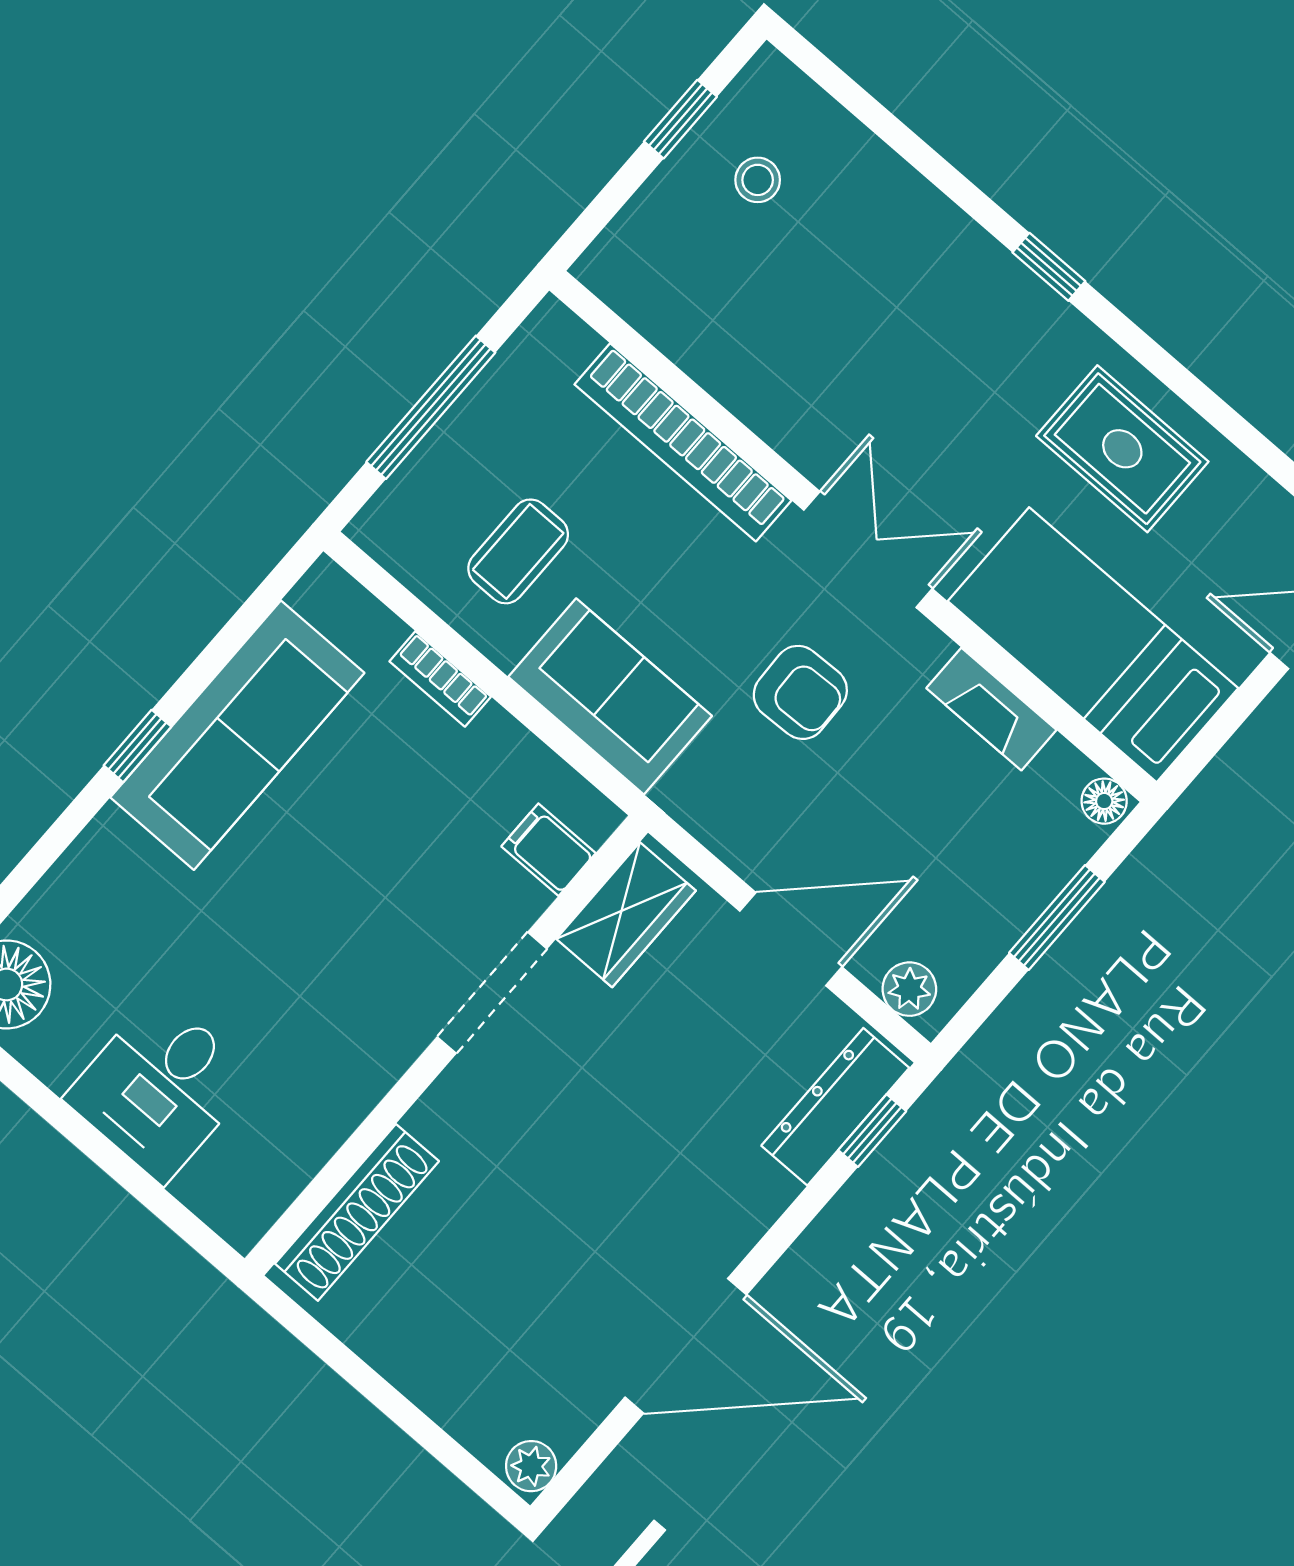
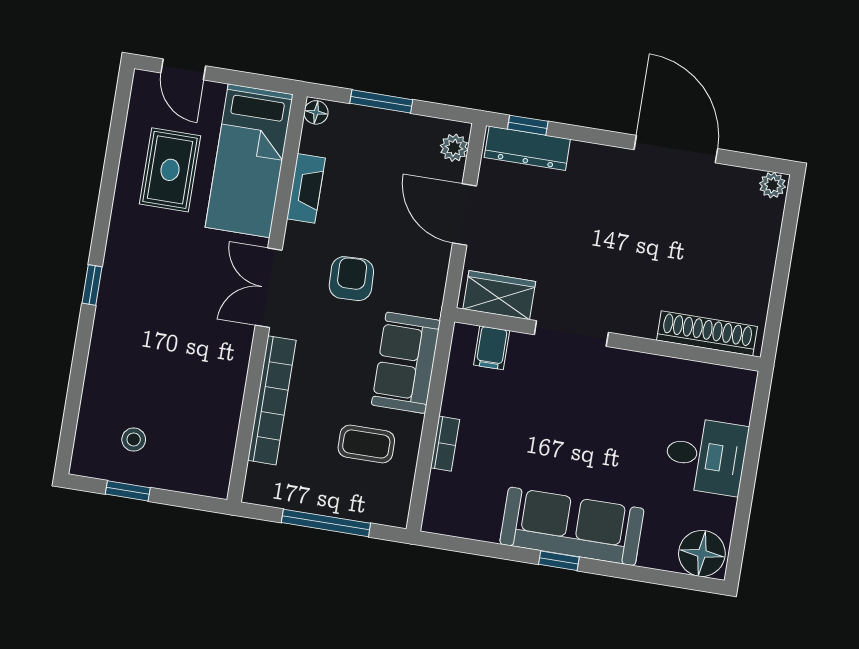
rug: (1122, 449) -> (170, 170), moved
sofa: (237, 735) -> (572, 526), moved

